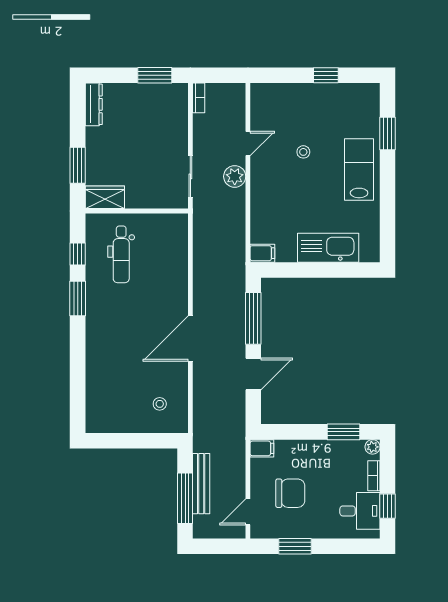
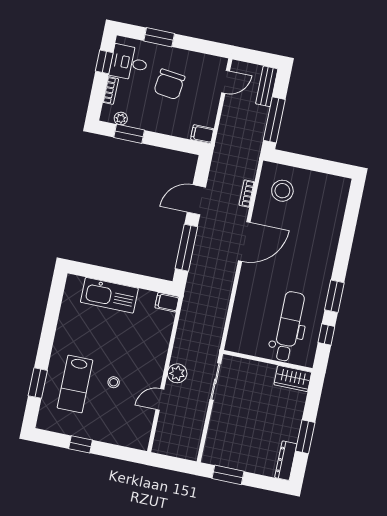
bookcase: (199, 98) -> (247, 194), moved
window: (78, 165) -> (305, 437), moved
lab bench: (359, 169) -> (75, 384), moved
dental chair: (121, 254) -> (289, 326), width x1.36, depth x1.38
stool: (160, 404) -> (282, 191), width x1.89, depth x1.89
plant: (373, 447) -> (121, 119), moved
bench: (201, 484) -> (267, 86), moved, width x0.73
chair: (290, 493) -> (169, 84), moved, turned -83
window: (185, 498) -> (274, 120), moved
window: (295, 546) -> (159, 37), moved

